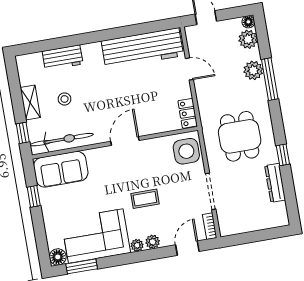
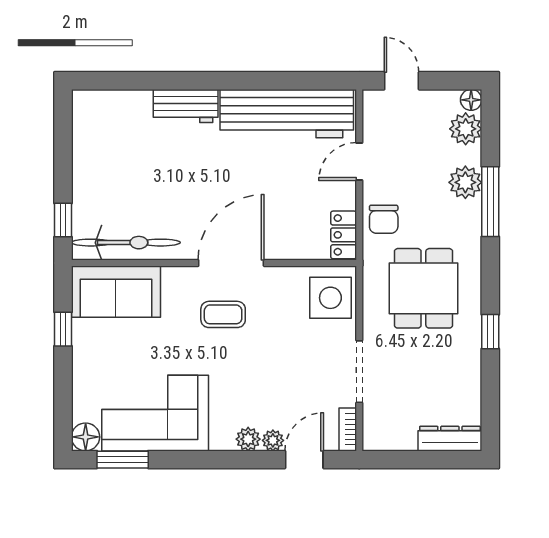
workbench: (63, 58) -> (186, 106), moved
door: (189, 69) -> (359, 161), swing flipped
stool: (65, 99) -> (142, 176), removed
chair: (209, 100) -> (384, 219), added
shelving: (30, 102) -> (84, 172), removed
door: (125, 141) -> (231, 263), width x1.36
dresser: (275, 183) -> (450, 439), moved, turned 90
coffee table: (145, 199) -> (223, 314), moved
plant: (137, 245) -> (273, 440), moved

